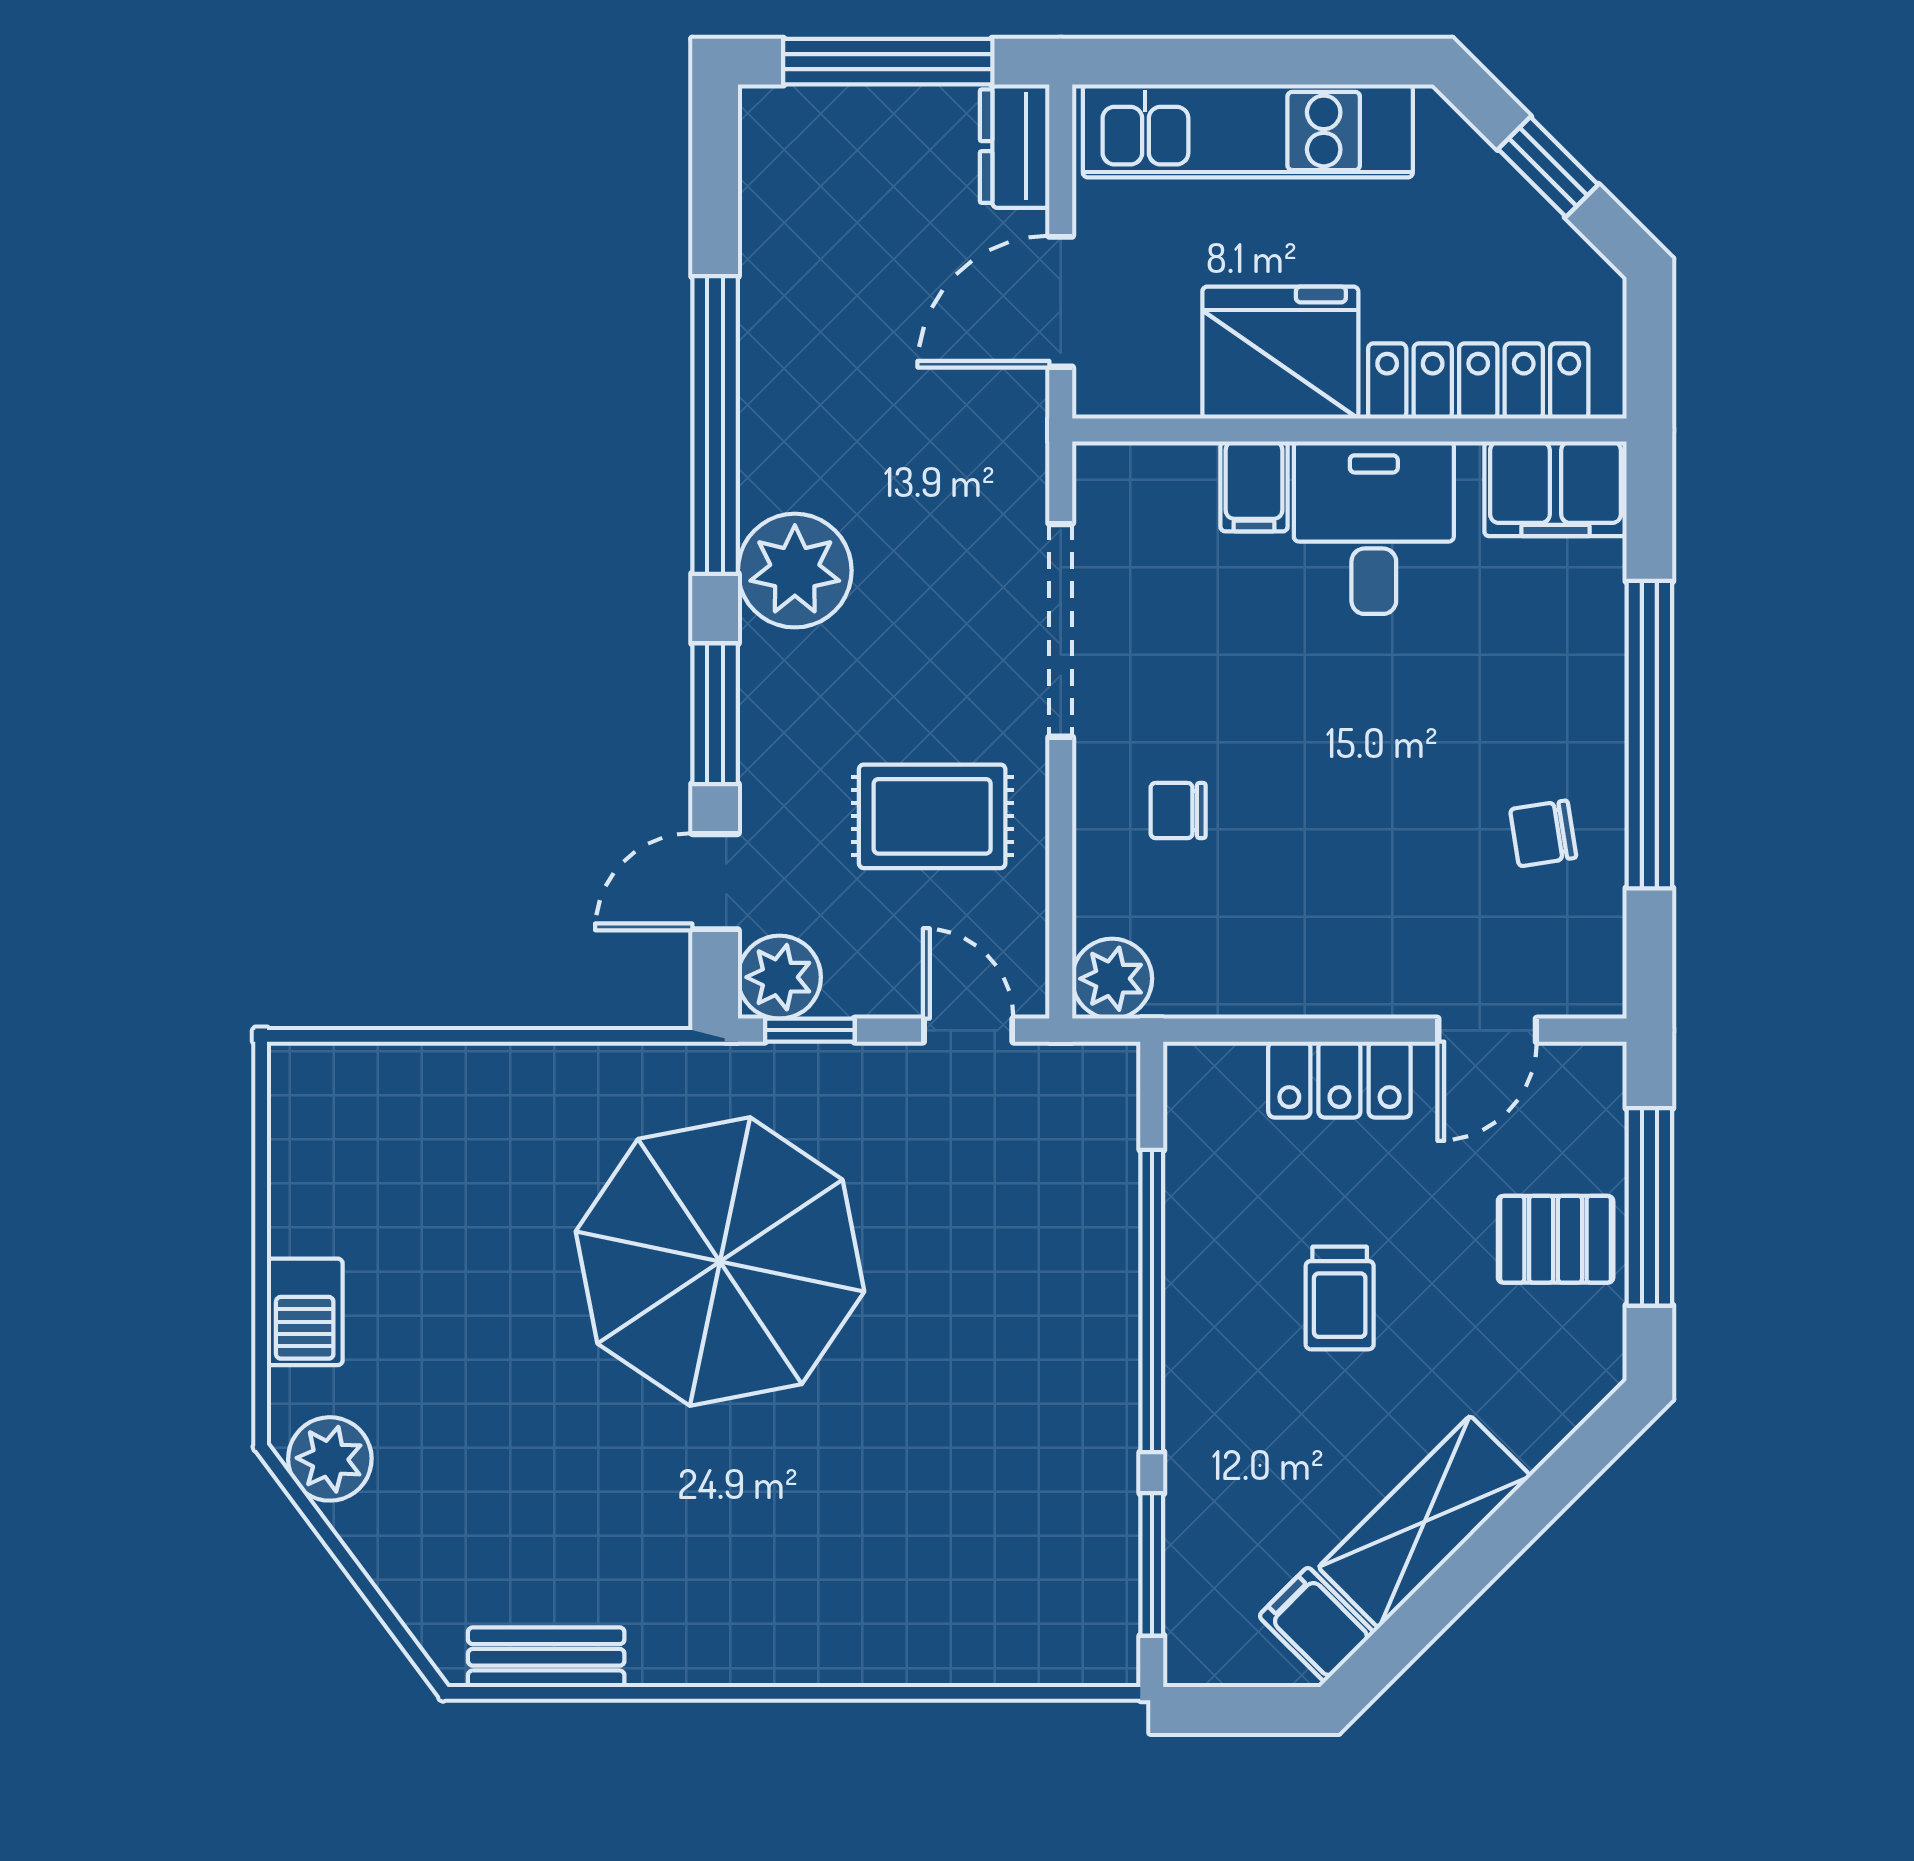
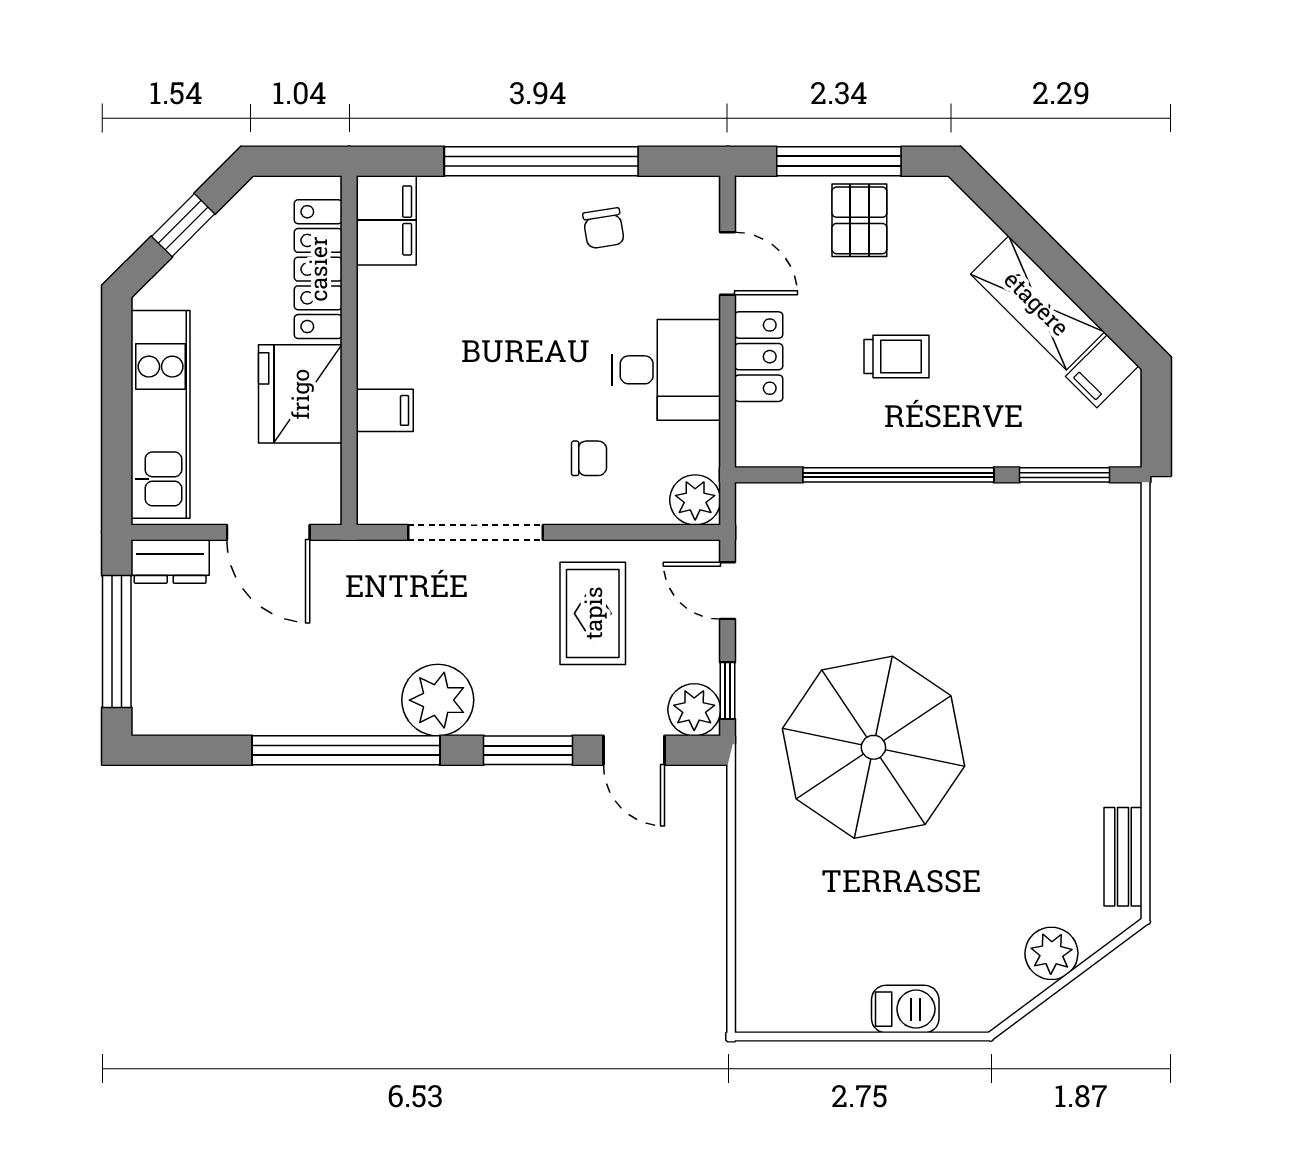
desk: (1374, 528) -> (666, 370), moved, turned 180
chair: (1178, 811) -> (589, 458), turned -90
door: (968, 1030) -> (728, 591), hinge flipped
plant: (330, 1459) -> (1051, 953), moved

